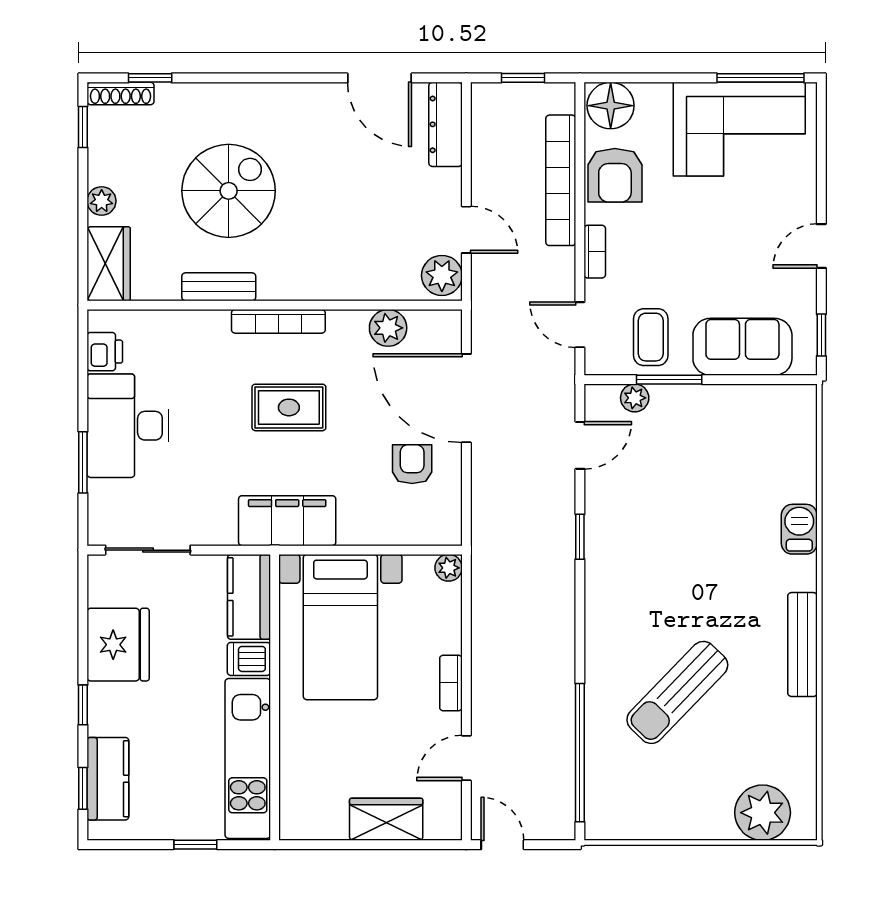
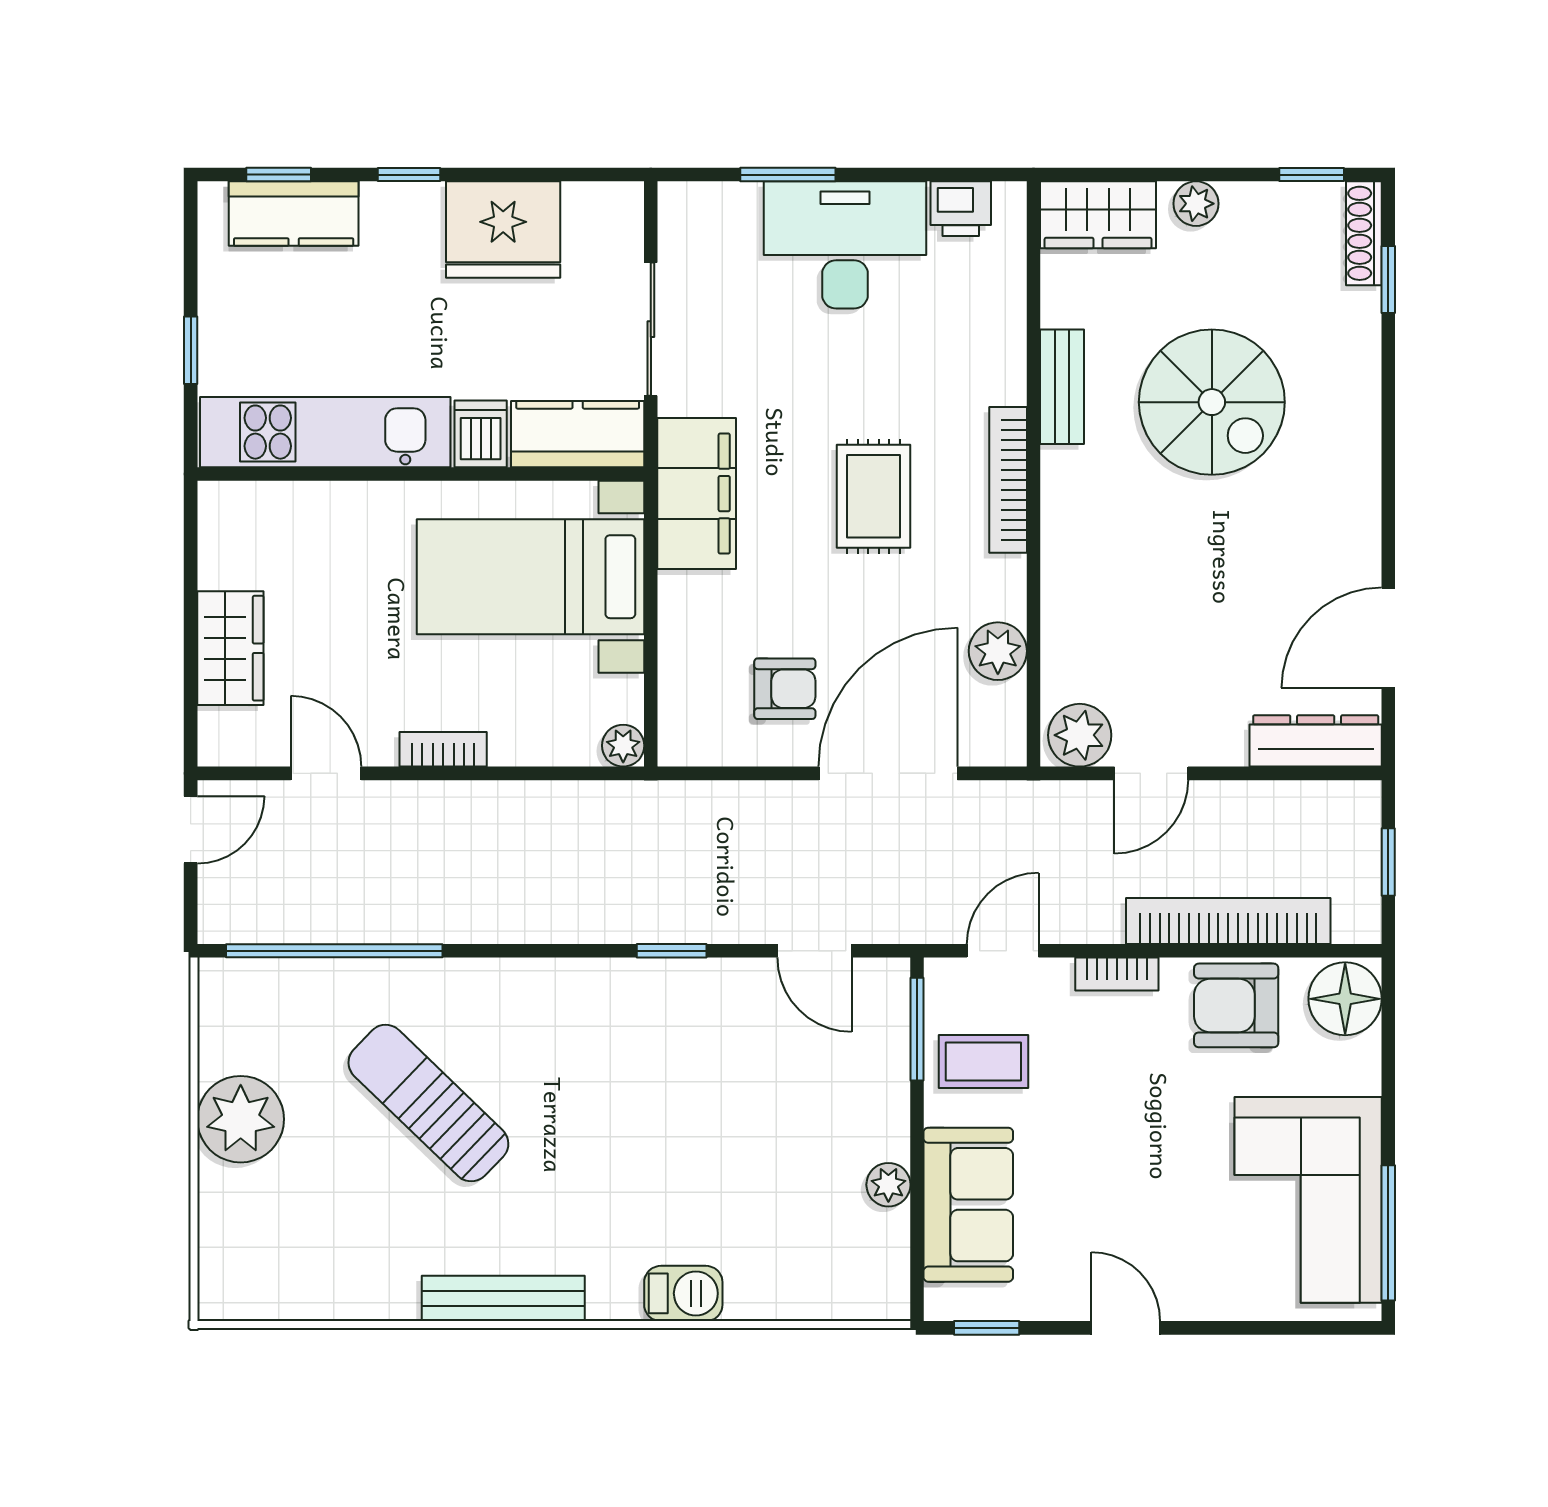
window: (669, 380) -> (917, 1029), moved
plant: (635, 398) -> (888, 1185), moved
sliding door: (148, 550) -> (651, 329), moved
plant: (763, 813) -> (241, 1119), moved

